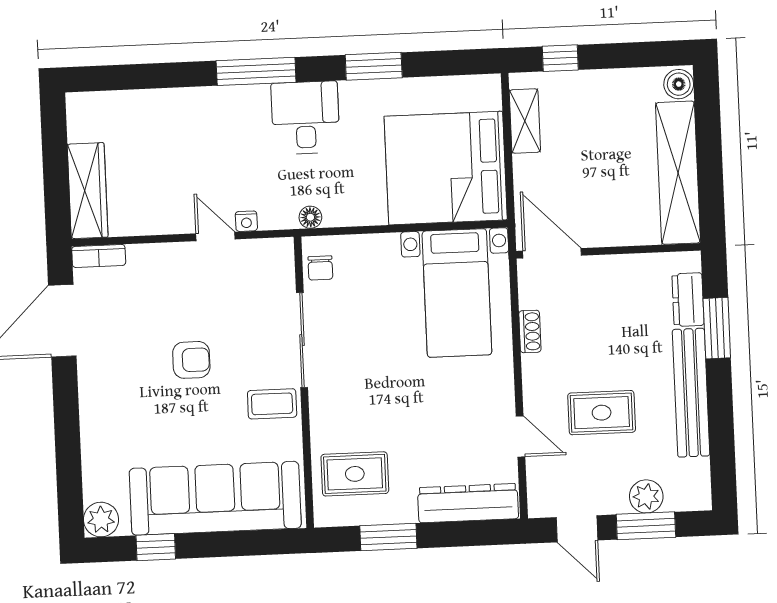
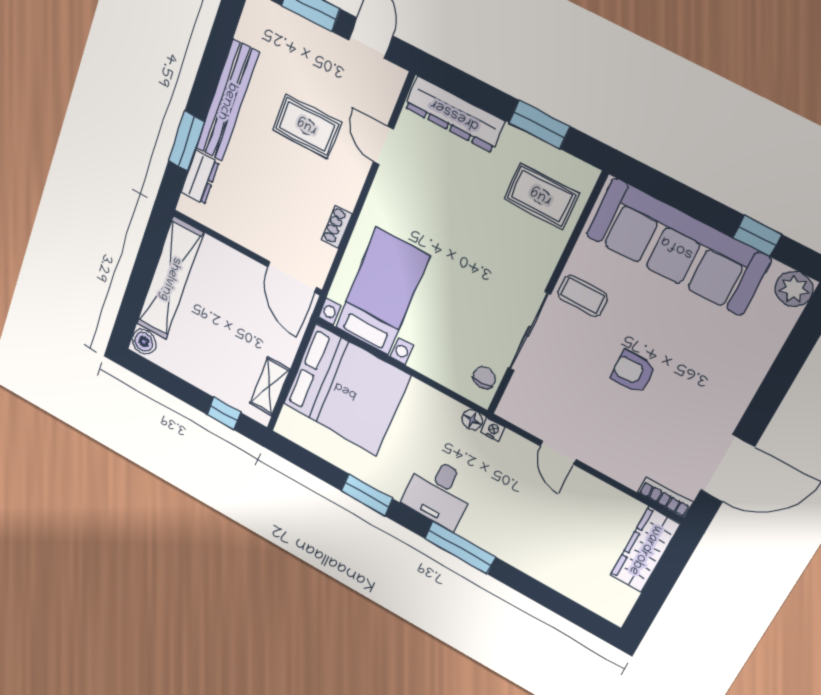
nightstand: (246, 221) -> (493, 430), moved
plant: (646, 496) -> (300, 33), removed

